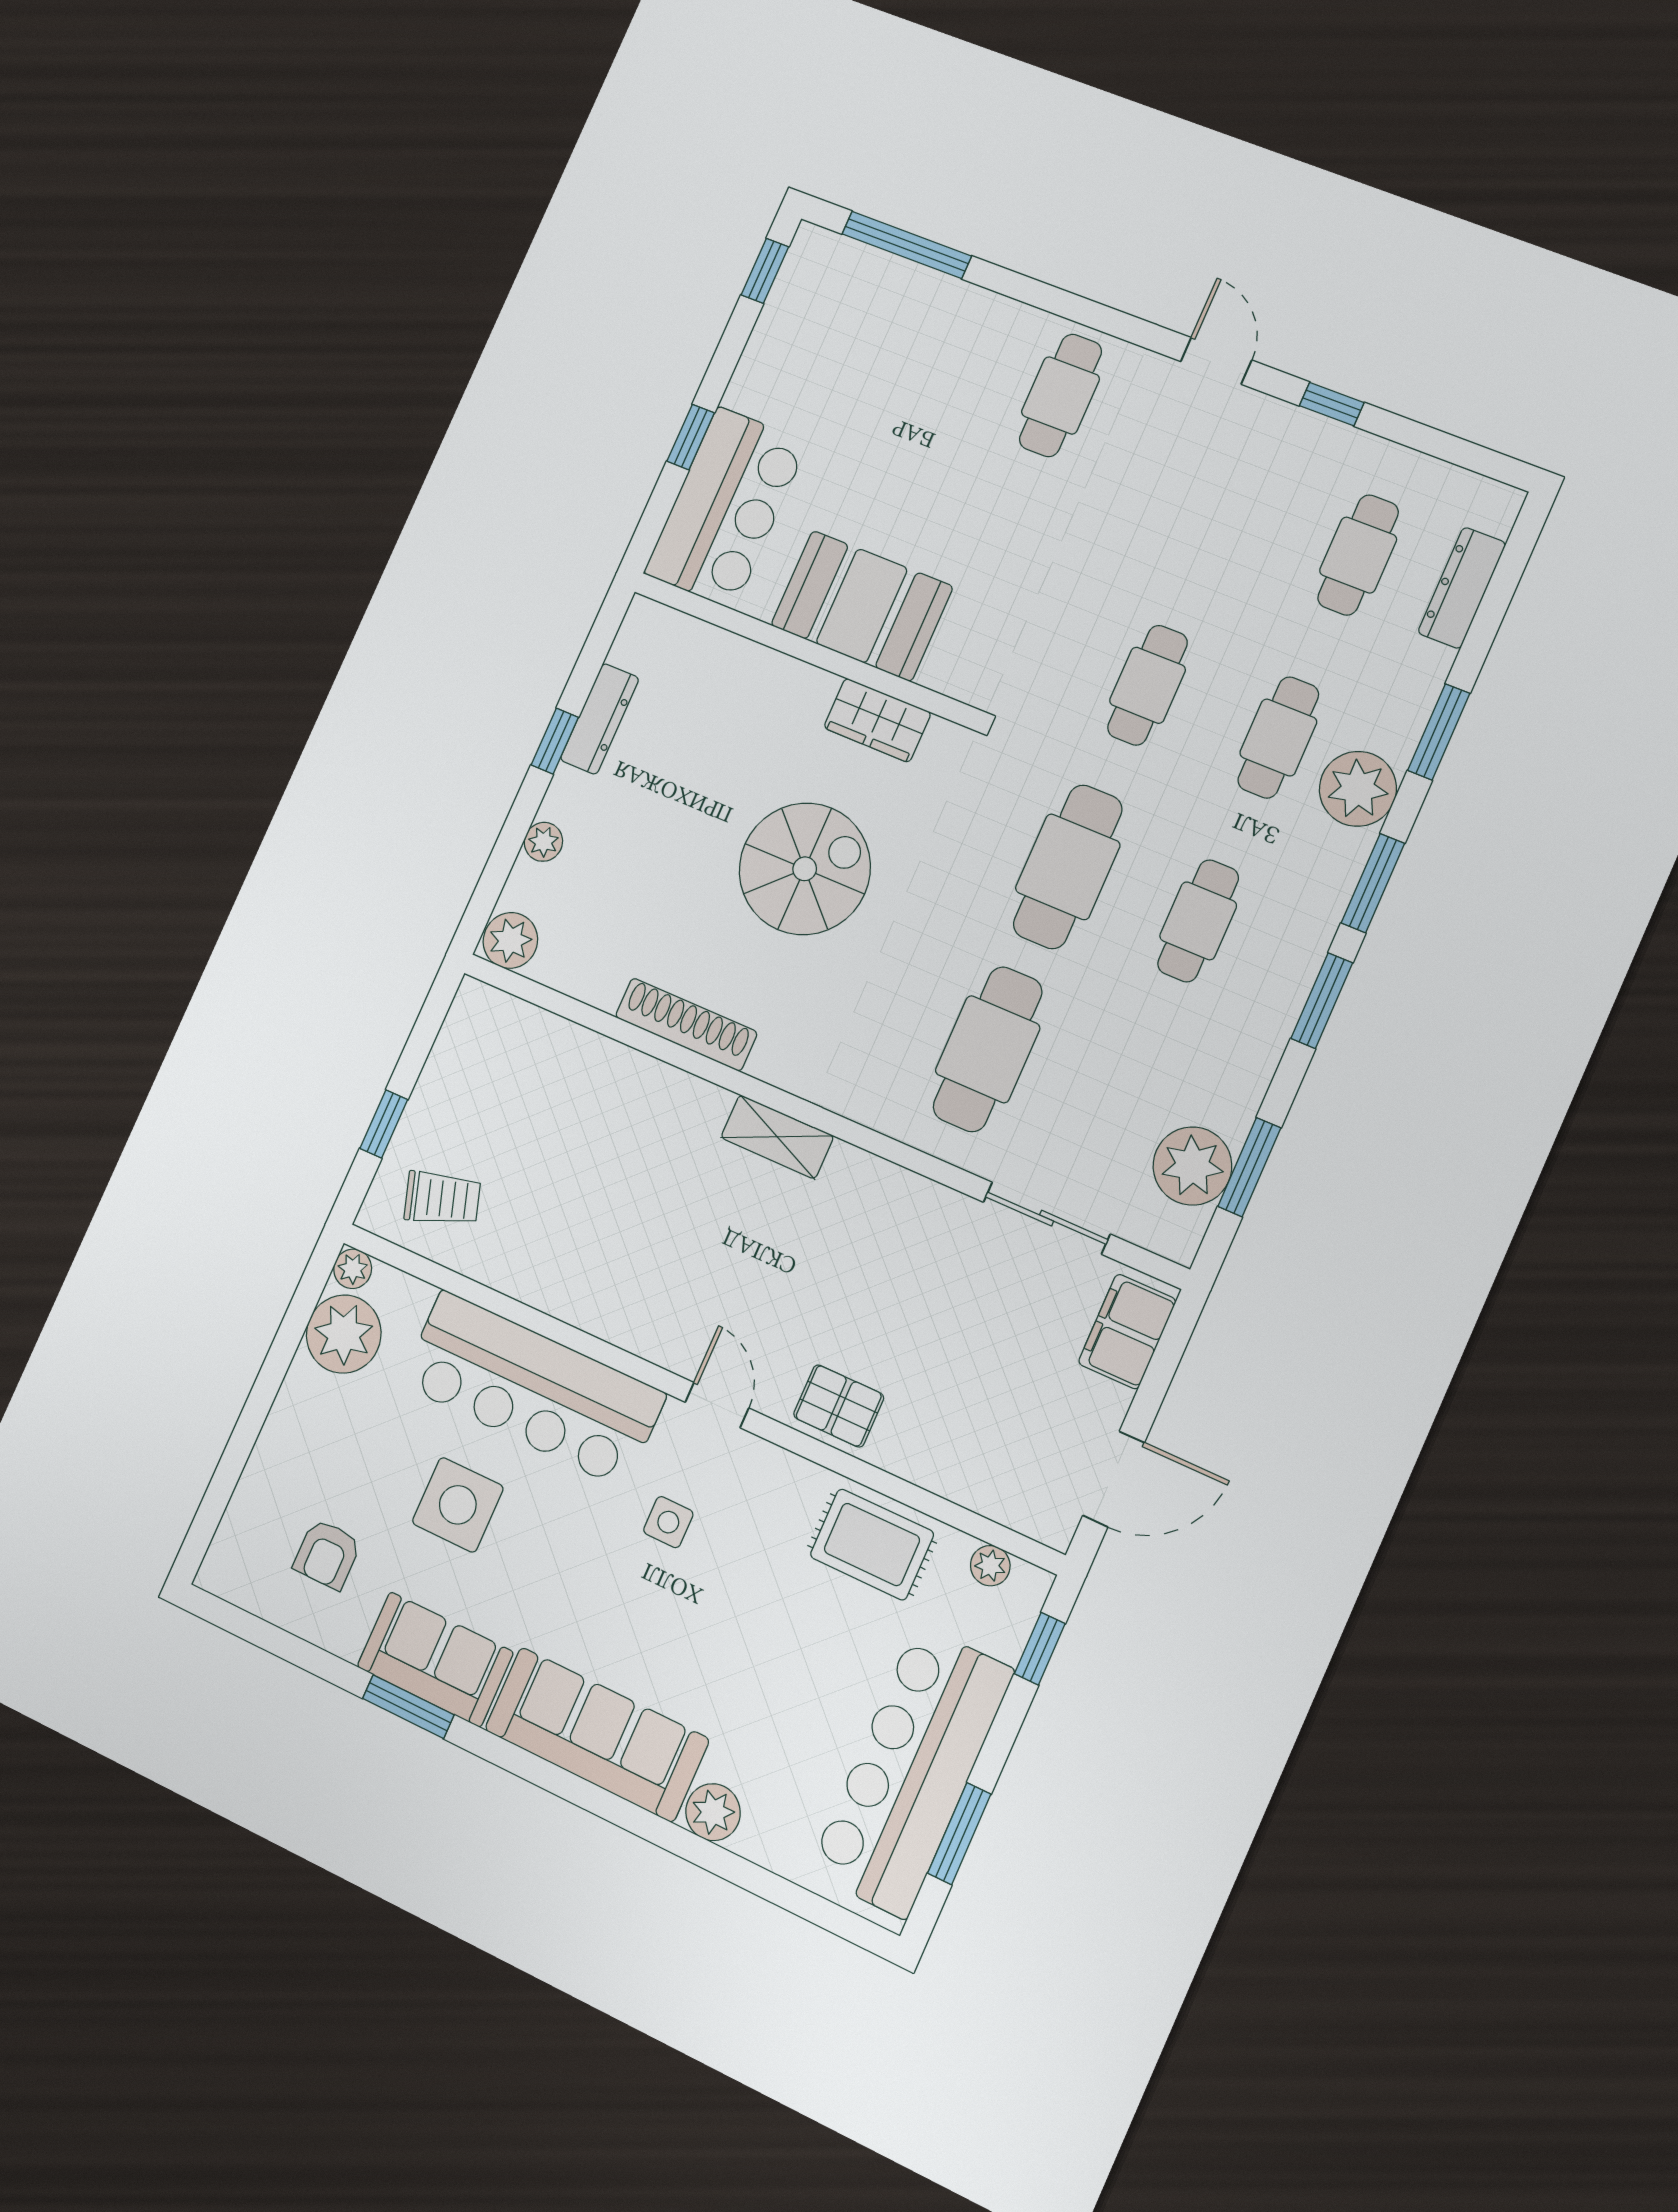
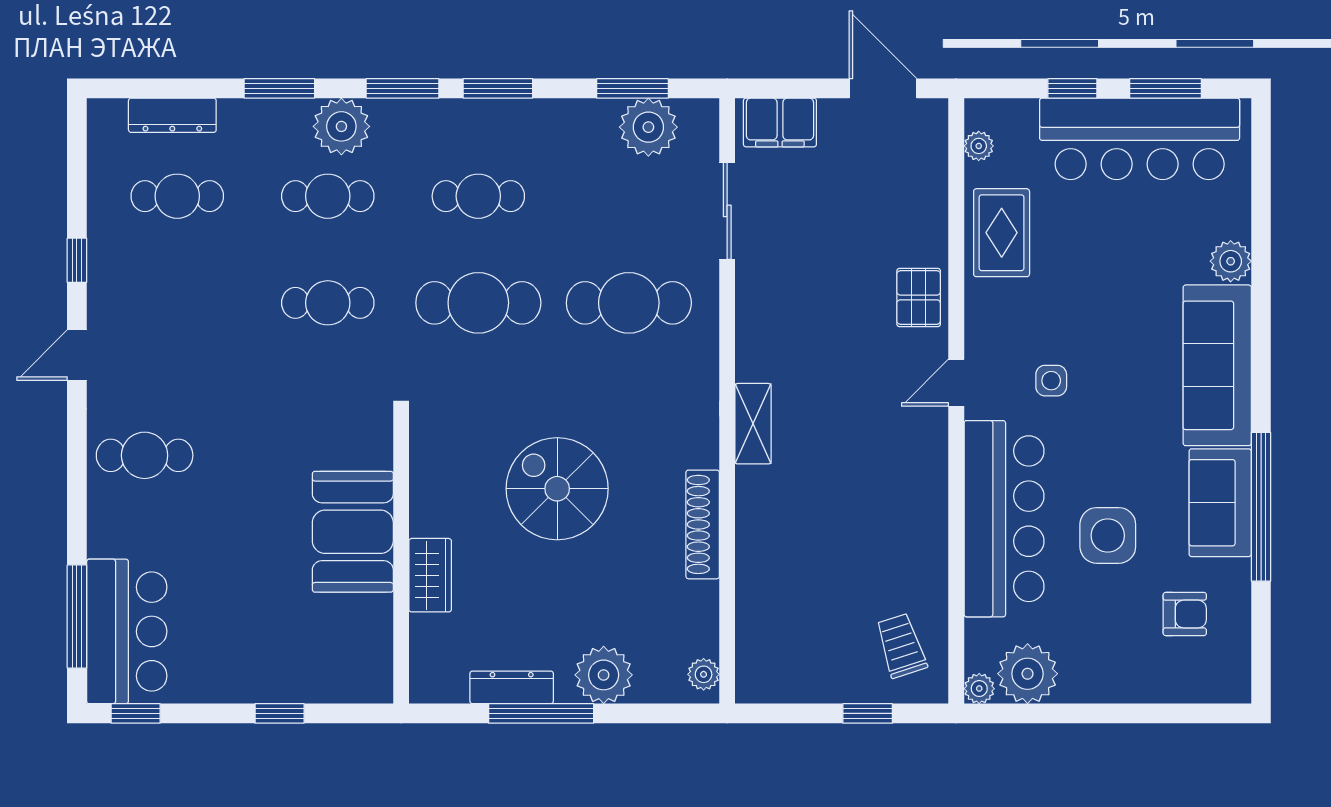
bar counter: (726, 508) -> (127, 631), moved, turned 90
wardrobe: (877, 720) -> (430, 575), moved
window: (555, 741) -> (541, 713), width x2.17
plant: (543, 842) -> (604, 675), width x1.88, depth x1.88
plant: (510, 940) -> (704, 674), width x0.73, depth x0.73
window: (1040, 1649) -> (1072, 88), moved
window: (408, 1707) -> (1261, 507), width x2.11

